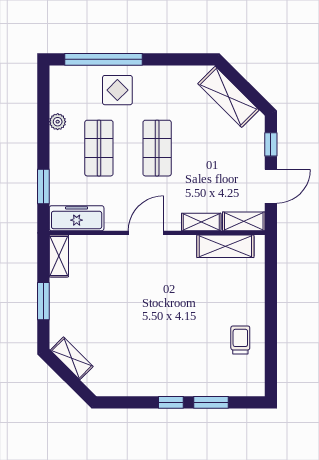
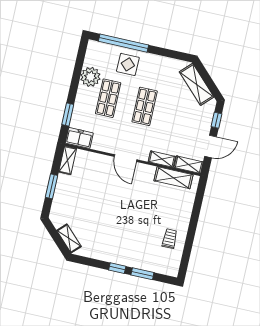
plant: (58, 122) -> (90, 77), width x1.87, depth x1.87
freezer: (77, 218) -> (79, 138), width x0.71
door: (146, 233) -> (126, 158), swing flipped
shelving: (72, 358) -> (69, 238), moved

